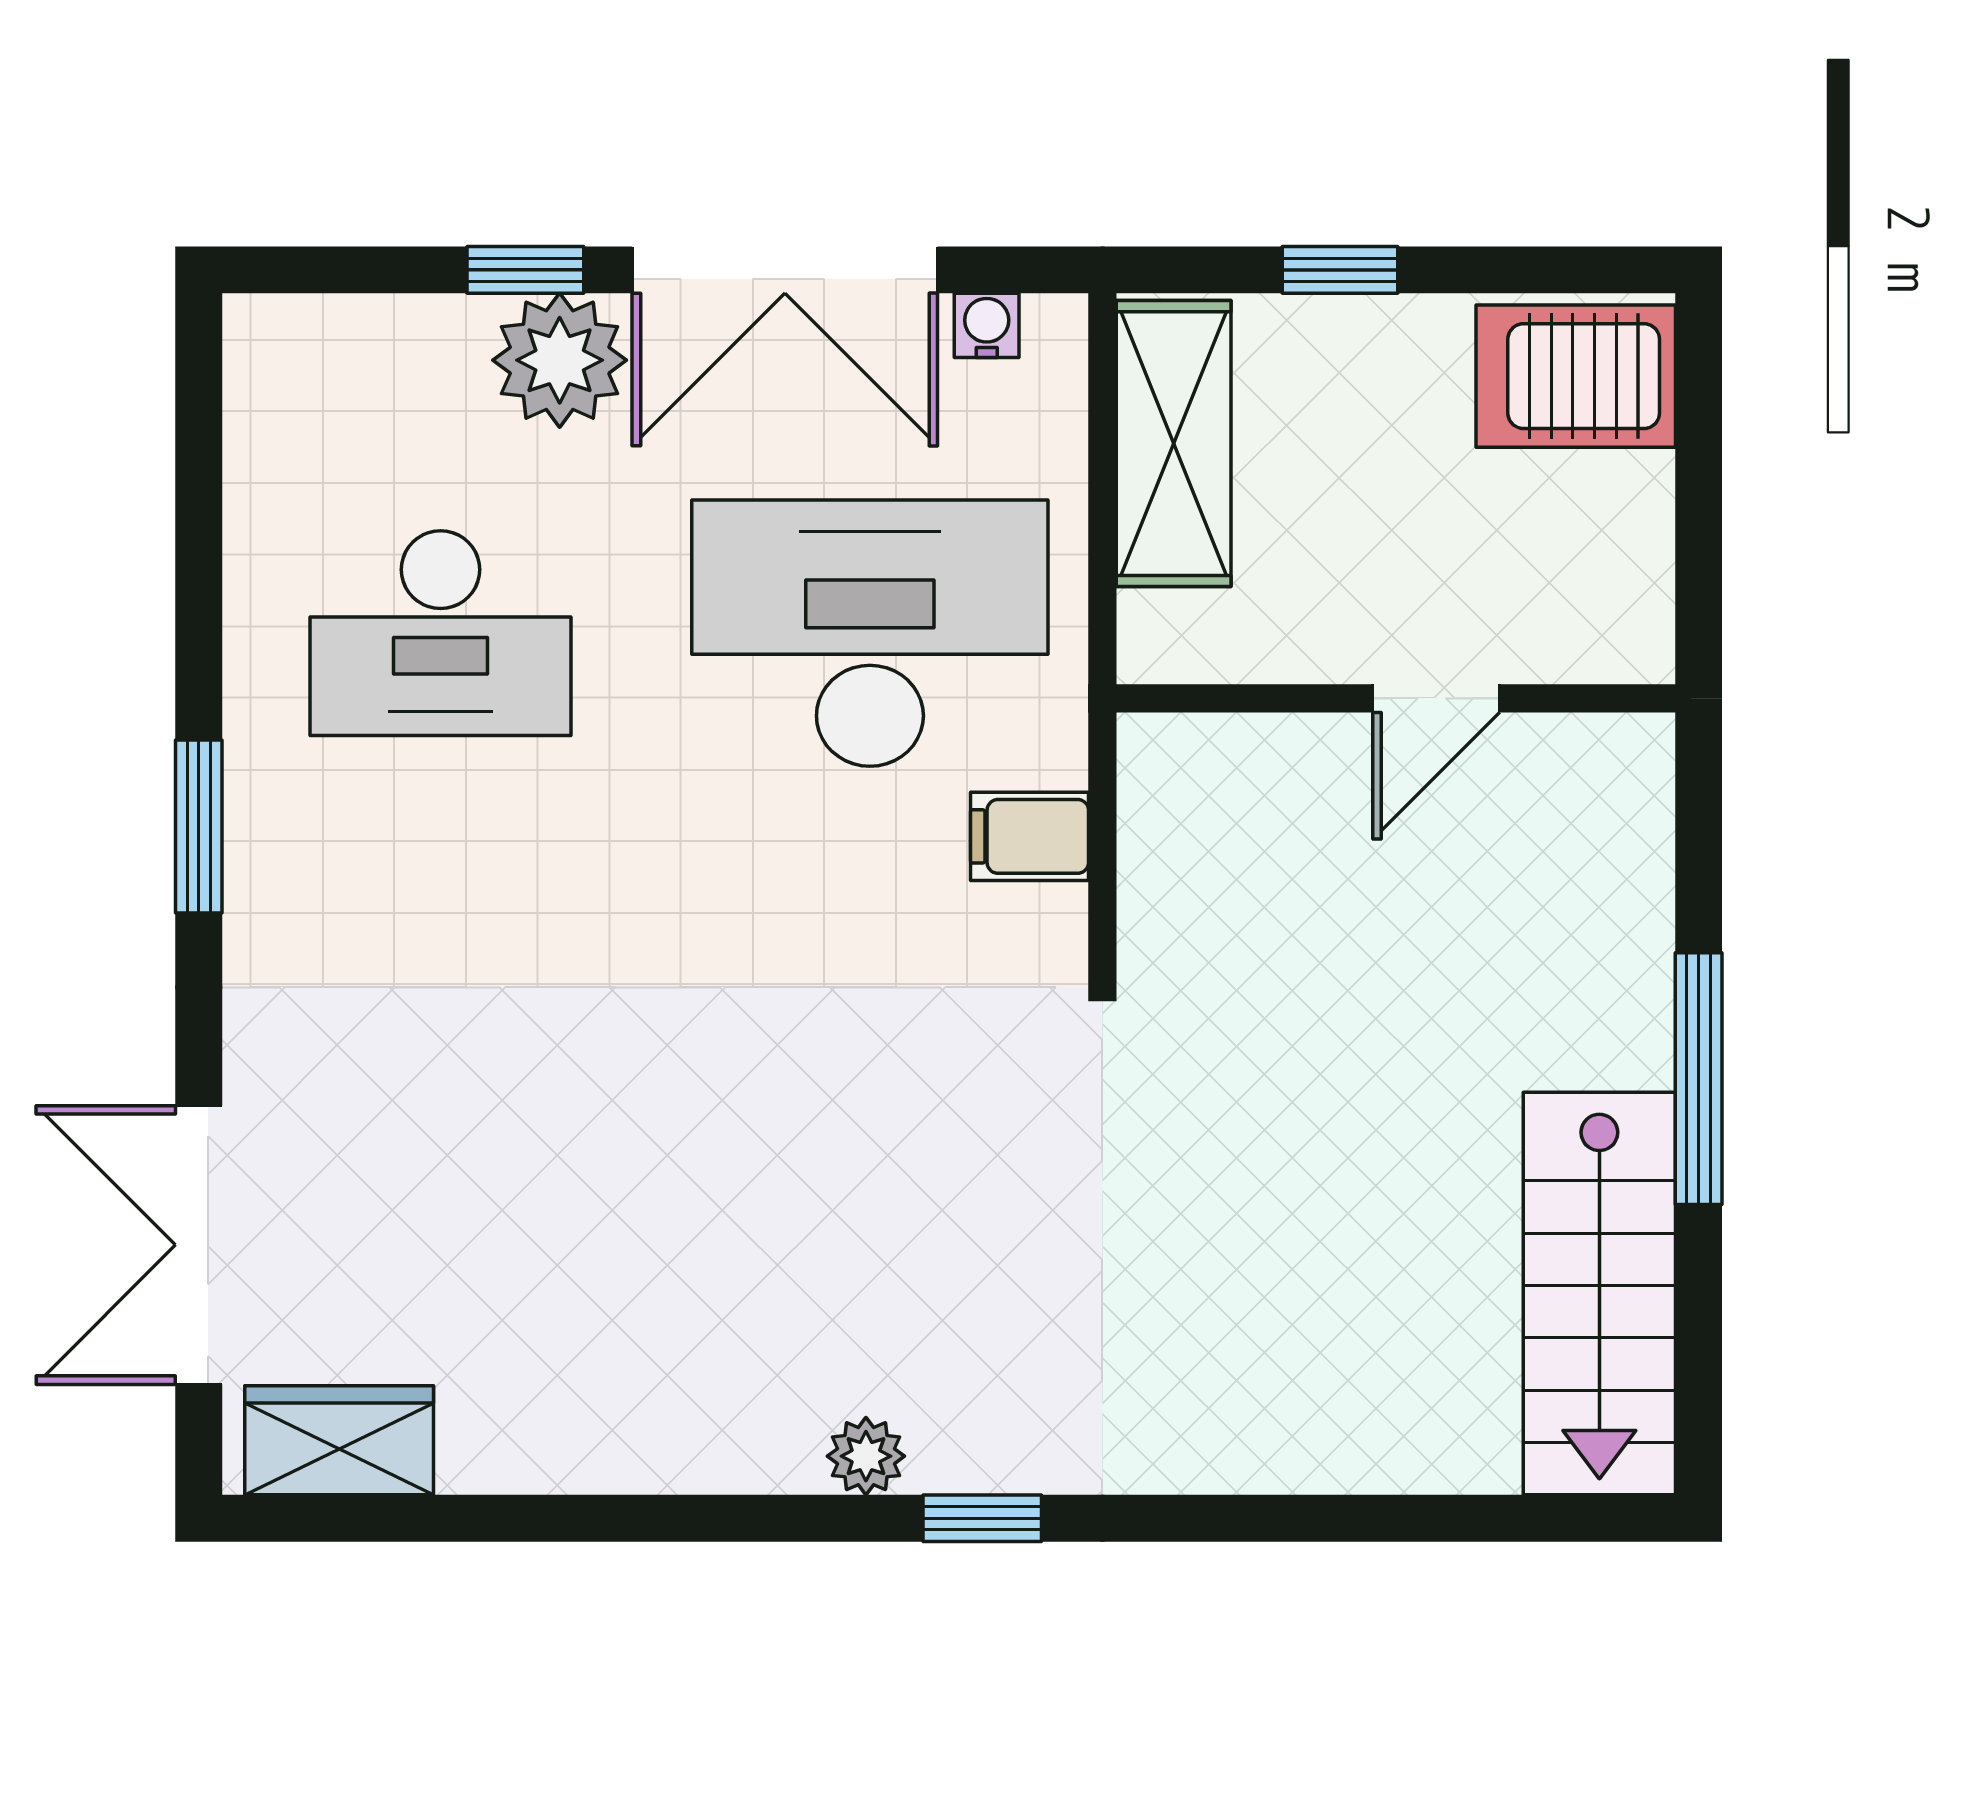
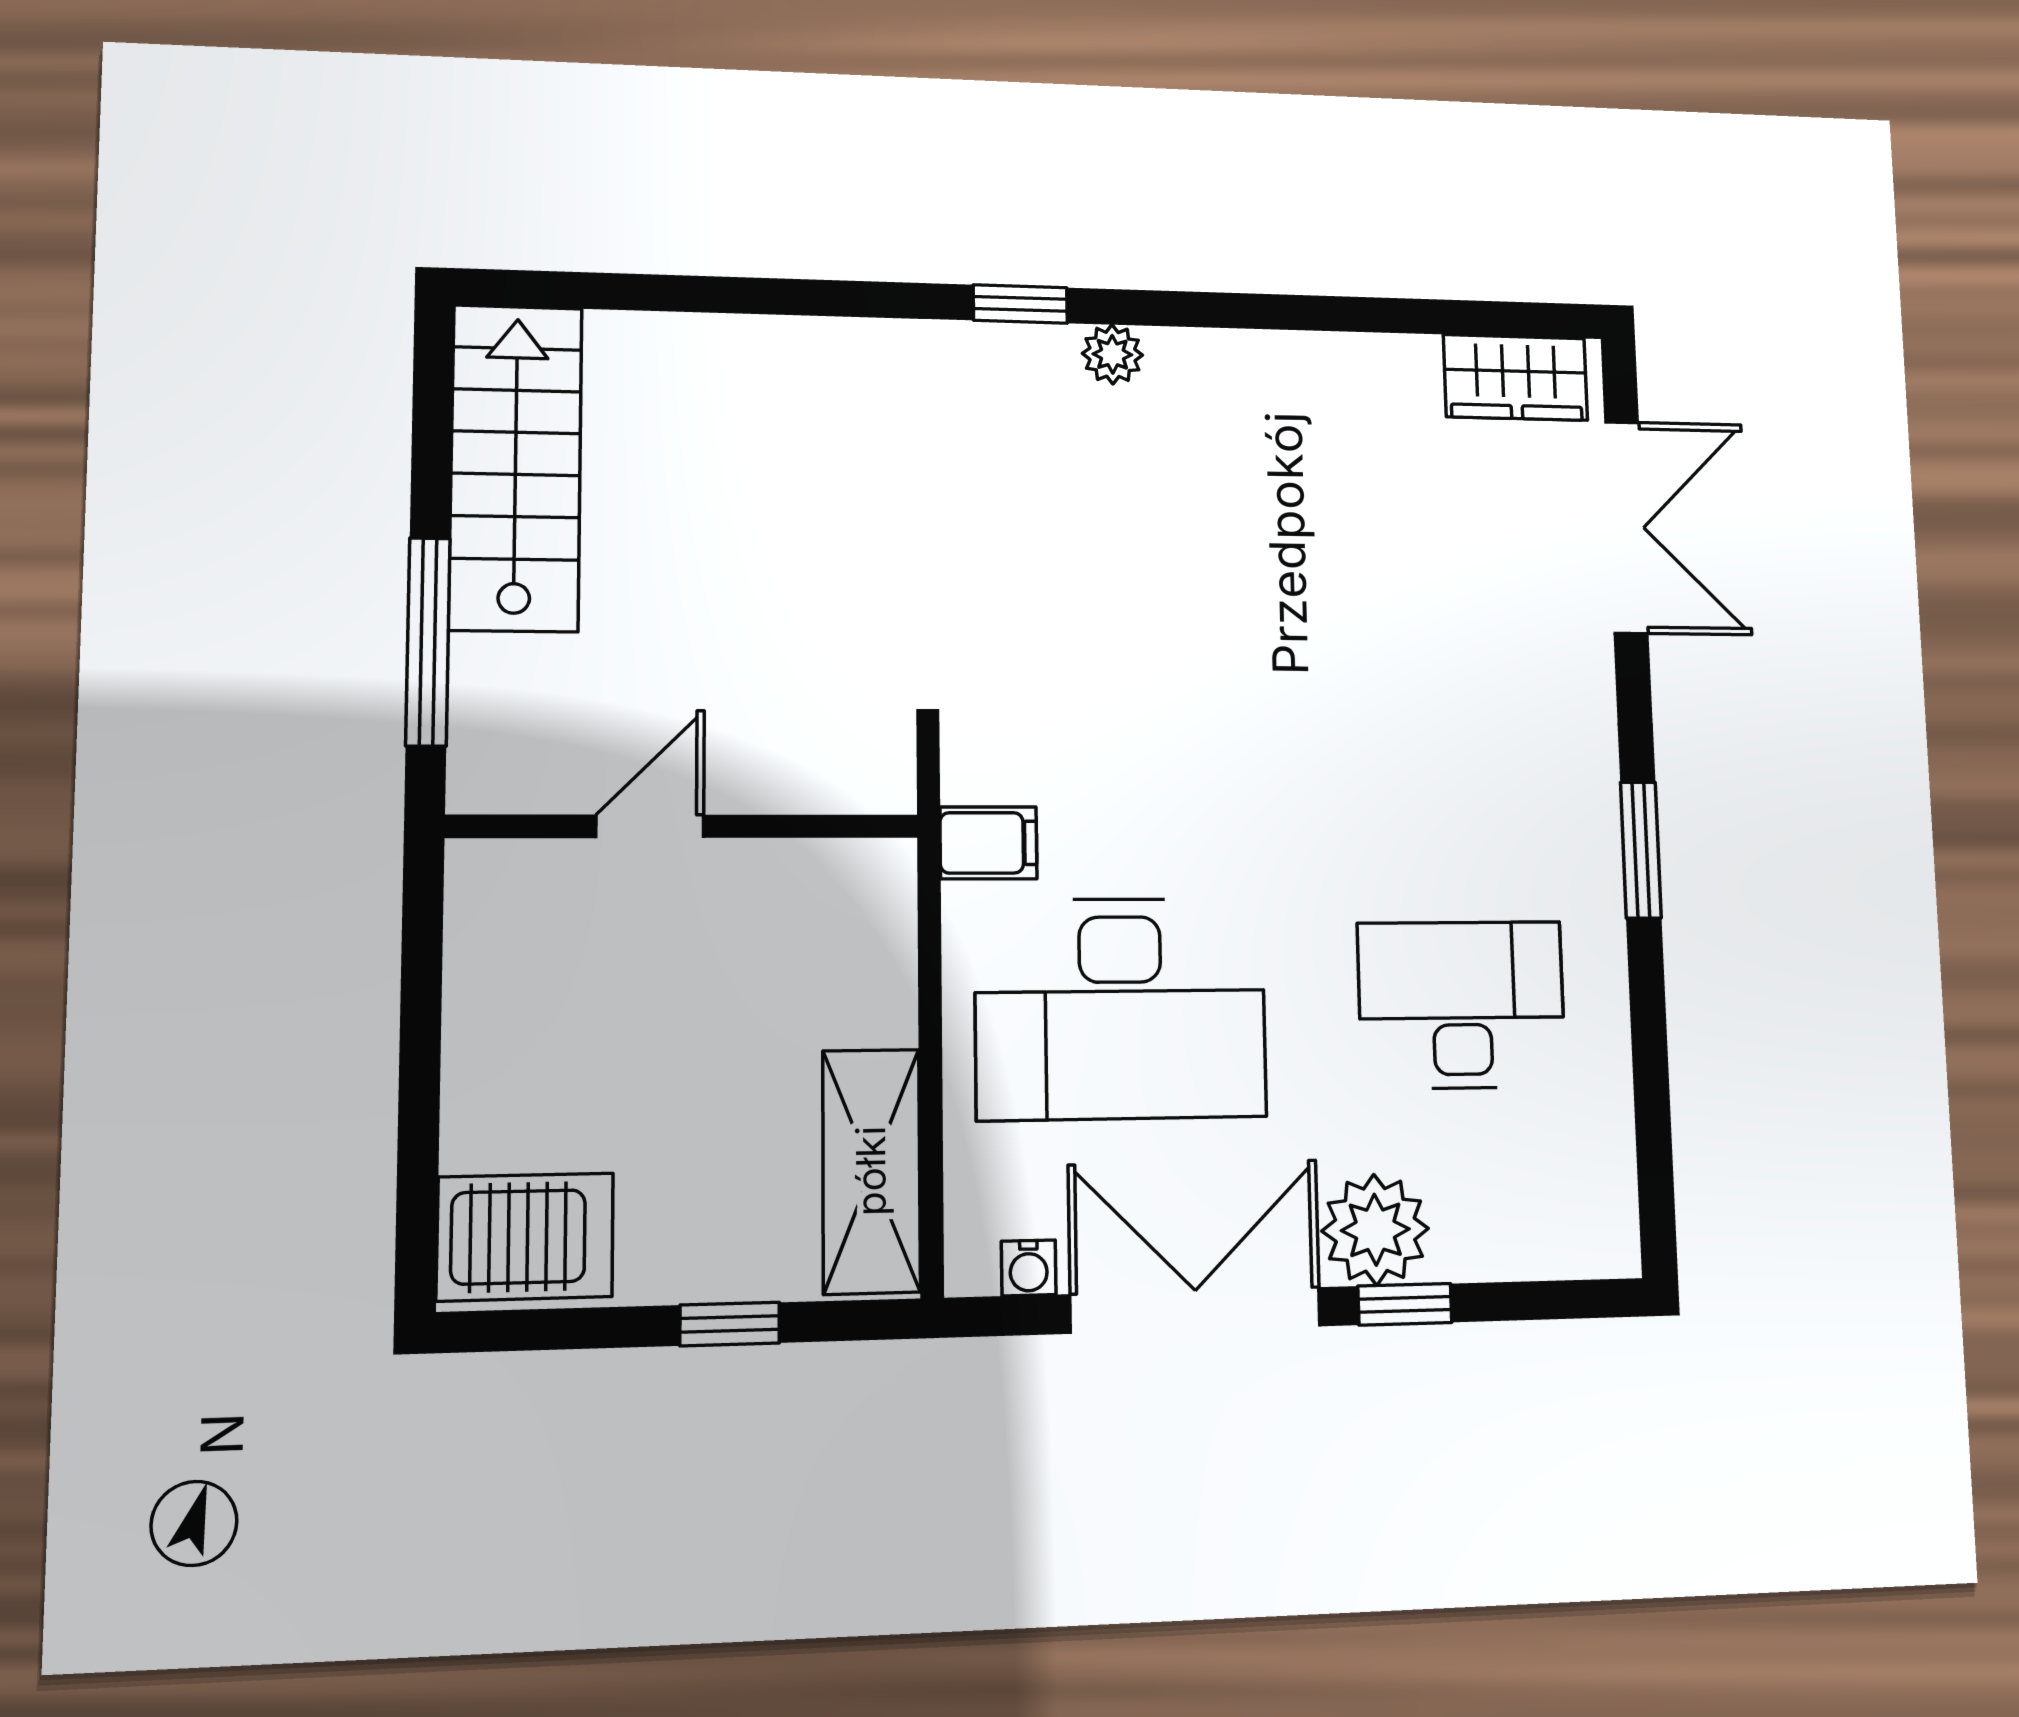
wall: (1396, 698) -> (684, 826), moved
door: (1436, 698) -> (650, 826), moved

